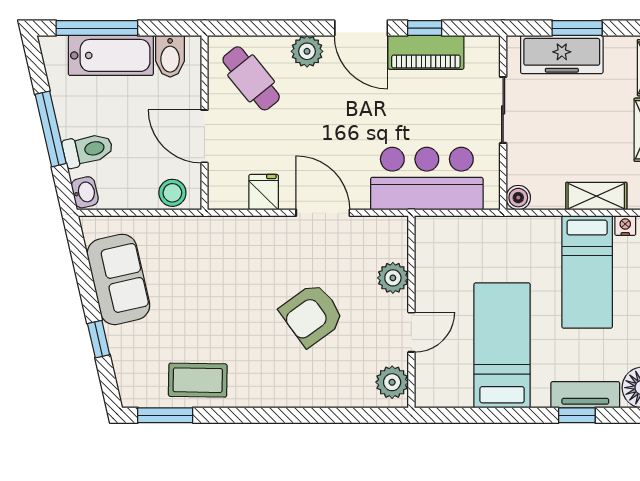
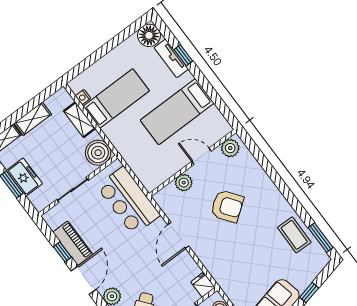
freezer: (562, 55) -> (24, 177), width x0.71
fridge: (264, 192) -> (203, 285), moved, turned 90
boiler: (518, 198) -> (98, 153), width x1.86, depth x1.86

